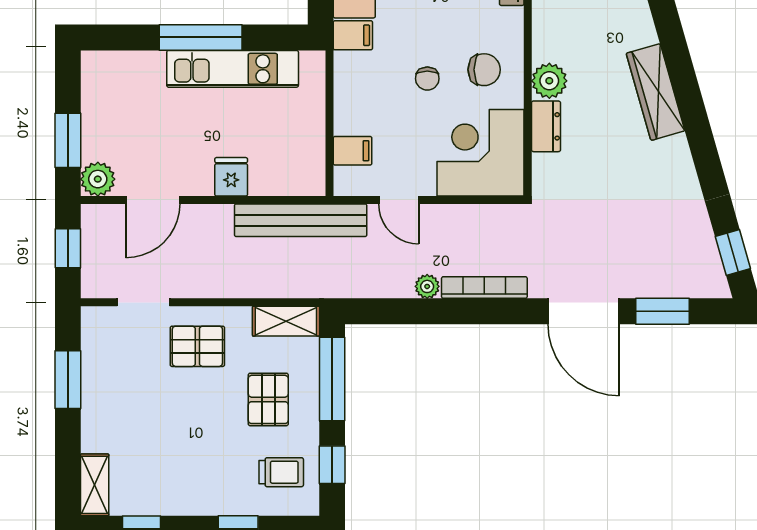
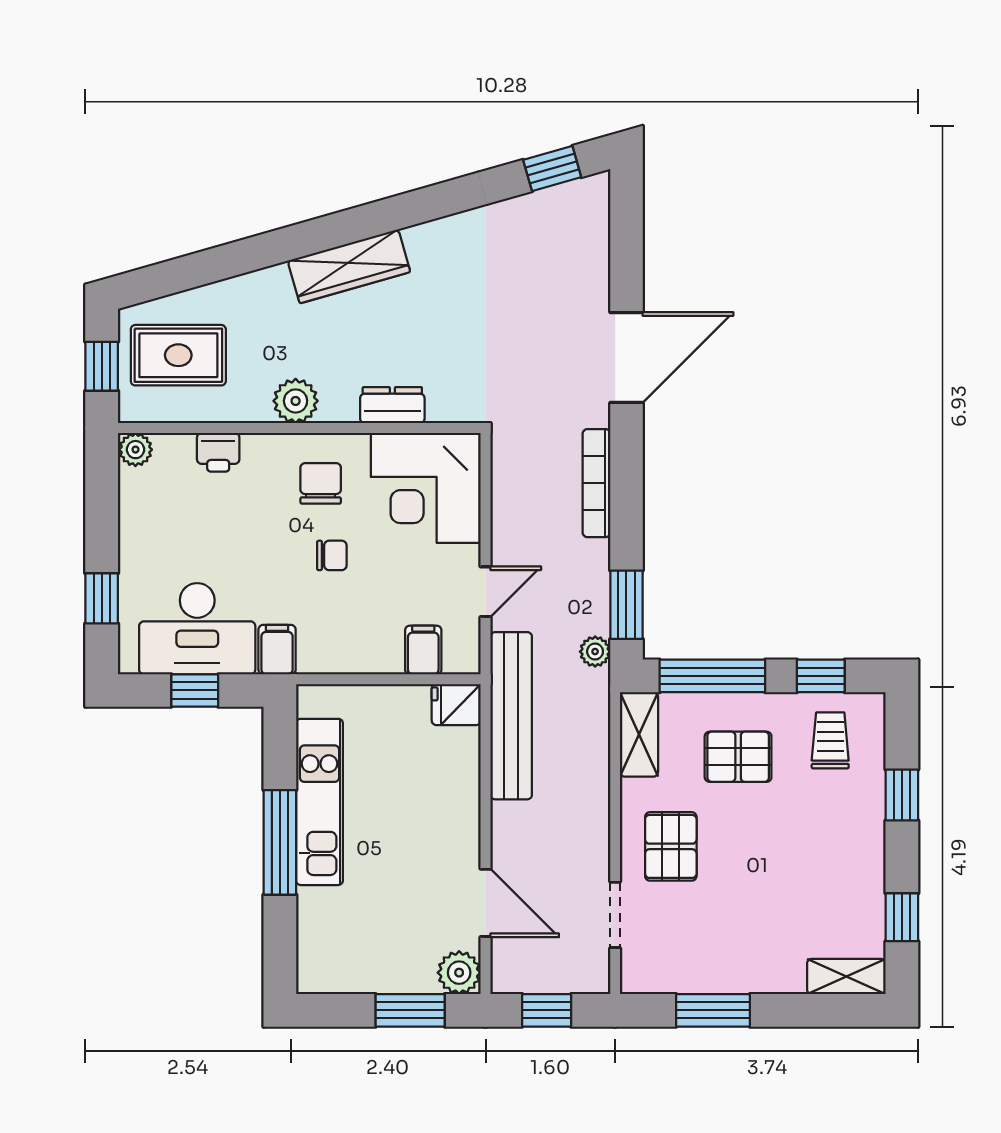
plant: (549, 81) -> (296, 401), moved
fridge: (231, 177) -> (456, 705), moved
plant: (427, 286) -> (595, 652), moved
window: (663, 311) -> (626, 605), moved

